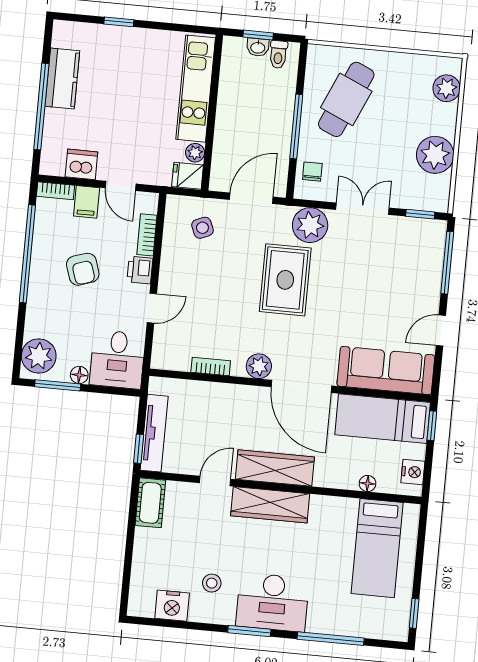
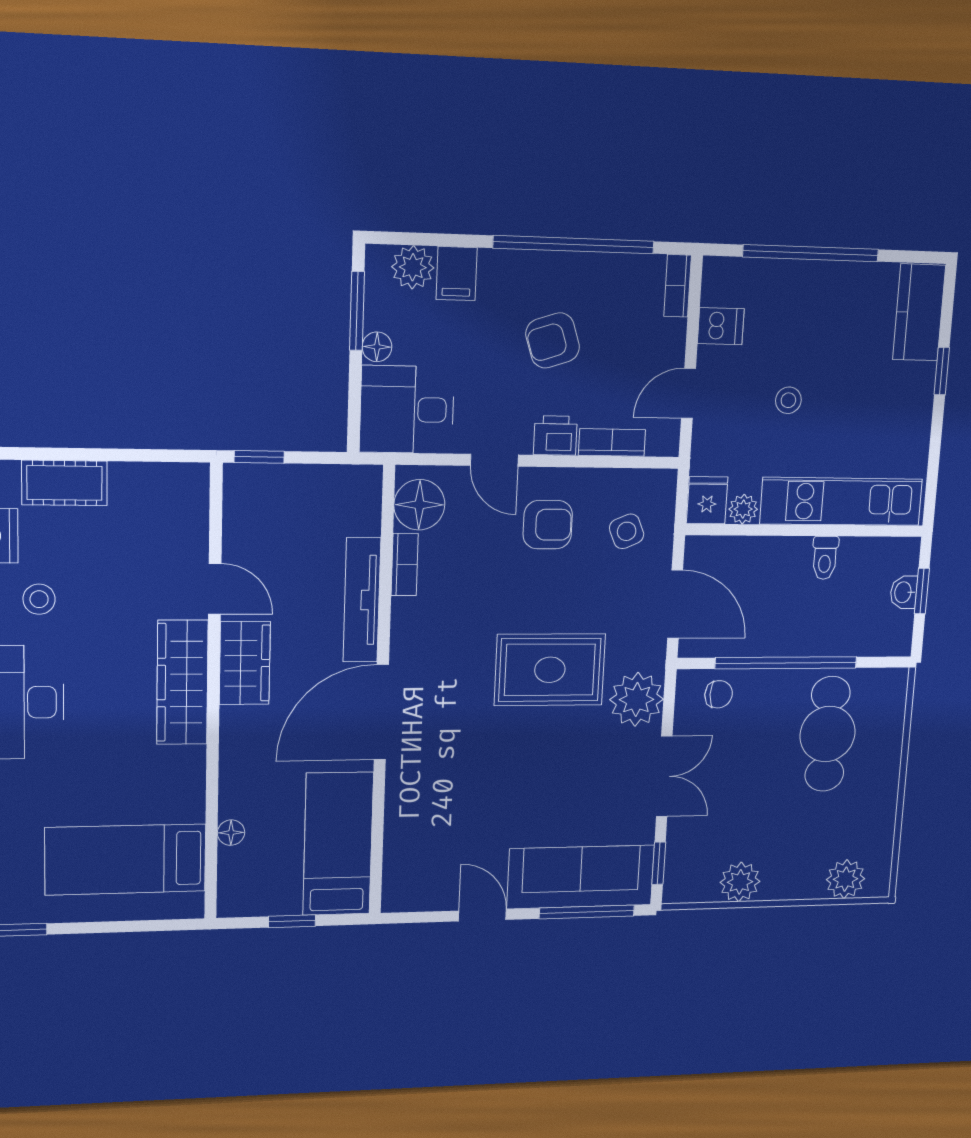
toilet: (278, 54) -> (825, 558), moved, turned -90
kitchen counter: (62, 79) -> (919, 312), moved, turned 90
cafe table: (346, 99) -> (828, 734), turned 66
stool: (130, 122) -> (788, 400), added
window: (296, 126) -> (786, 663), width x1.46
plant: (435, 155) -> (740, 882), width x0.73, depth x0.73
dishwasher: (81, 164) -> (721, 326), width x0.73
filing cabinet: (87, 202) -> (457, 274), moved, turned -90
armchair: (194, 277) -> (548, 525), added
floor lamp: (175, 355) -> (419, 505), added
plant: (39, 356) -> (413, 267), width x0.73, depth x0.73
plant: (259, 366) -> (410, 642), removed
sofa: (386, 371) -> (581, 877), moved, turned -90
window: (432, 426) -> (292, 921), moved
tv unit: (154, 433) -> (362, 600), moved, turned 90
wardrobe: (275, 468) -> (245, 663), width x0.67
nightstand: (413, 472) -> (256, 900), removed
cot: (150, 503) -> (64, 483), moved

